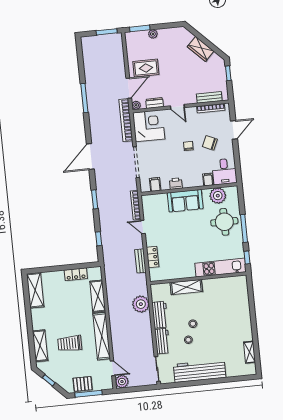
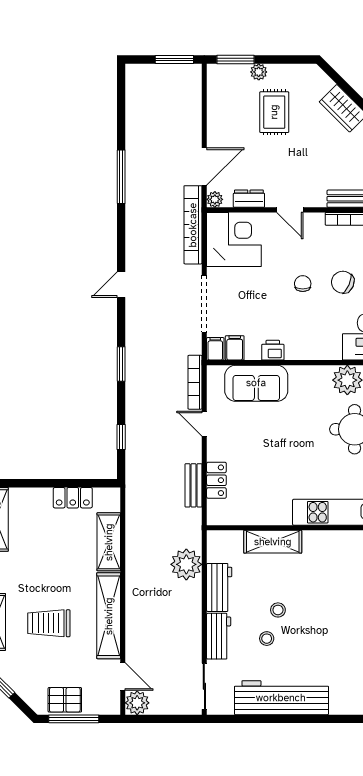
rug: (146, 68) -> (274, 112), moved, turned 90
door: (90, 156) -> (121, 285), width x0.53
filing cabinet: (208, 180) -> (215, 349), moved
sofa: (185, 201) -> (256, 383), moved

